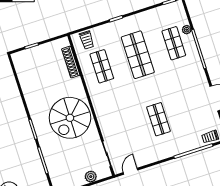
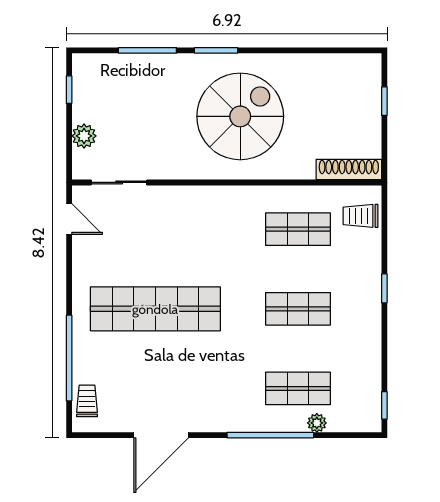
shop shelf: (138, 55) -> (298, 309), width x0.70, depth x0.74
shoe rack: (71, 62) -> (349, 170), moved
spiral stairs: (70, 118) -> (240, 116), moved, turned 90
shop shelf: (158, 119) -> (155, 309), width x2.00, depth x1.36

